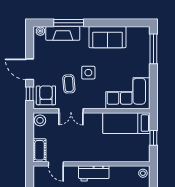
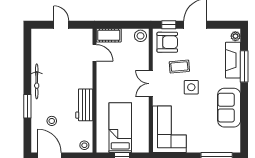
double door: (71, 111) -> (151, 84), moved
bed: (126, 123) -> (120, 128), moved
door: (56, 164) -> (94, 53), swing flipped
workbench: (94, 173) -> (84, 105), moved

